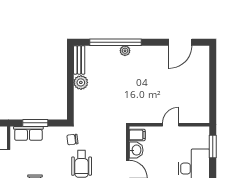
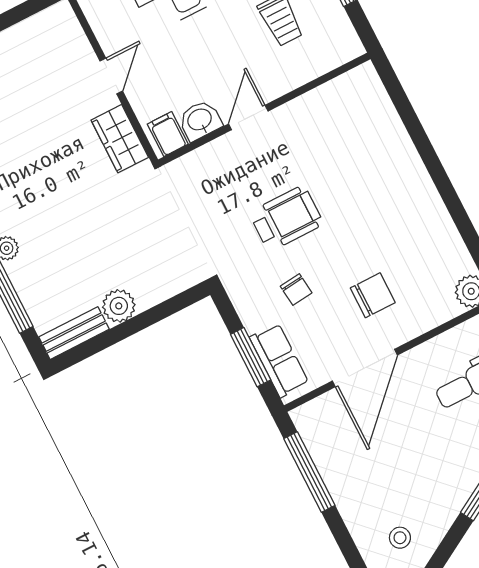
wardrobe: (145, 116) -> (120, 139), added
door: (171, 125) -> (111, 76), swing flipped
chair: (72, 140) -> (296, 290), moved

